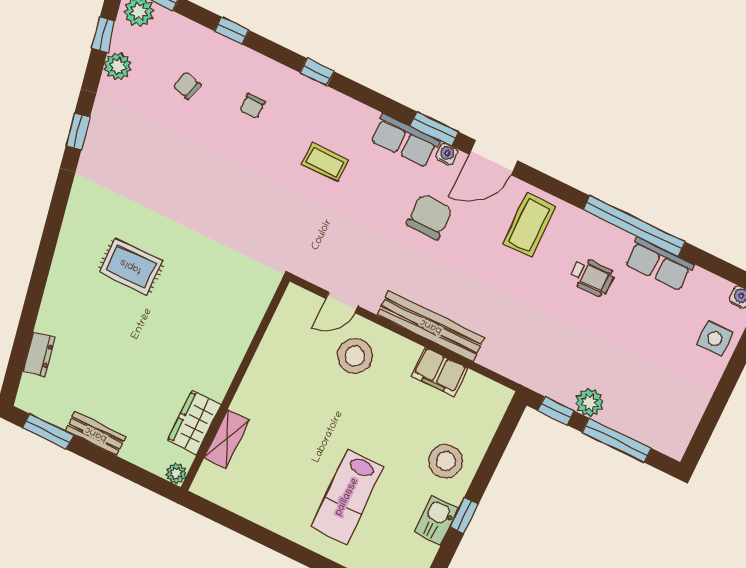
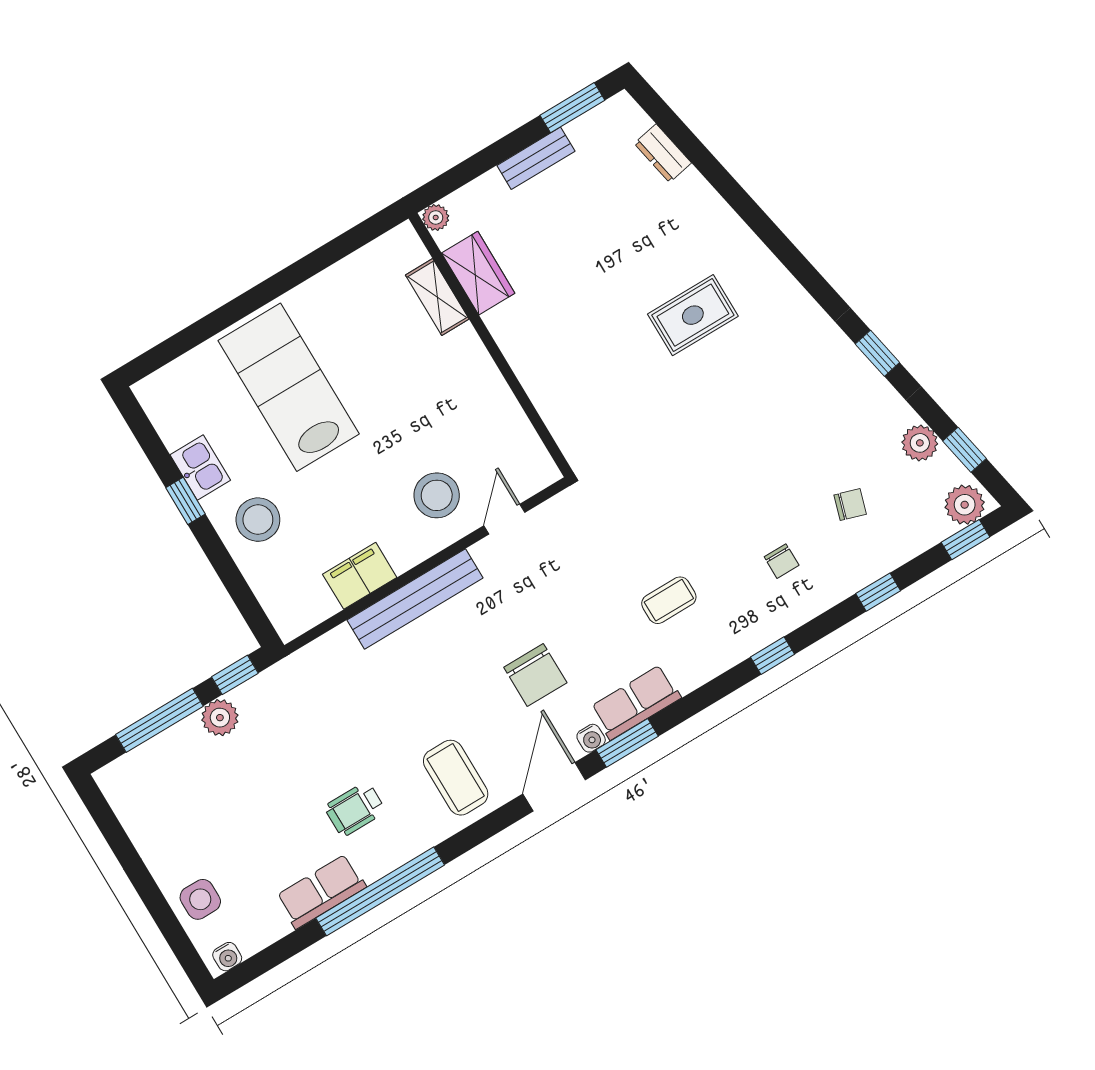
chair: (252, 106) -> (782, 561), turned 180
lab bench: (347, 497) -> (289, 387), width x1.36, depth x1.39

